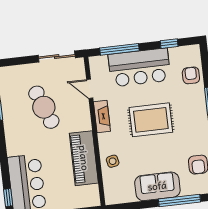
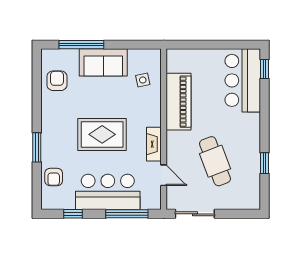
side table: (113, 161) -> (143, 80), moved

